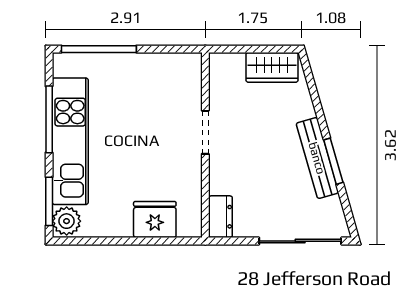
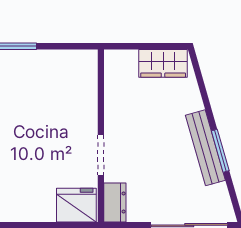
doorway: (205, 132) -> (101, 155), moved
fridge: (155, 220) -> (76, 205), moved

